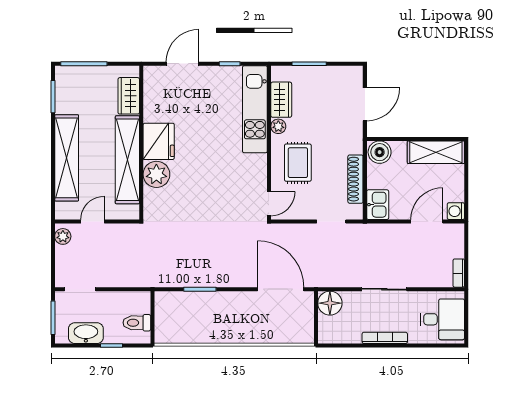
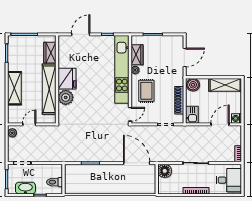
kitchen unit: (255, 109) -> (122, 69), width x1.36
shelving: (67, 158) -> (14, 88), width x0.68

